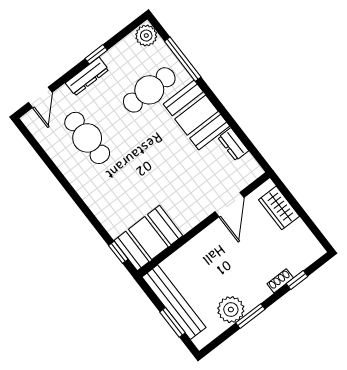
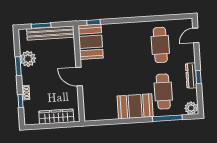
dresser: (87, 76) -> (191, 76), moved
door: (40, 97) -> (196, 35), hinge flipped
cafe table: (87, 138) -> (160, 45), turned 90
dresser: (233, 144) -> (109, 115), removed
door: (229, 205) -> (79, 77), moved
wardrobe: (279, 208) -> (56, 117), width x1.50

